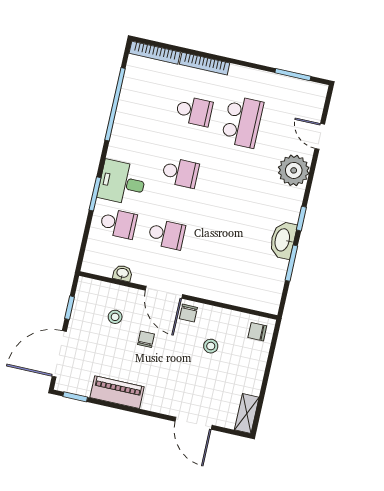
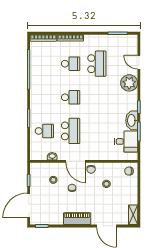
desk: (122, 183) -> (126, 141), moved, turned 180
school desk: (167, 234) -> (71, 131), width x1.85
piano: (117, 392) -> (77, 219), moved

